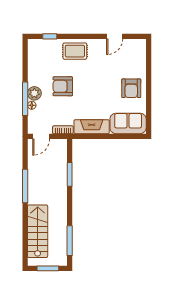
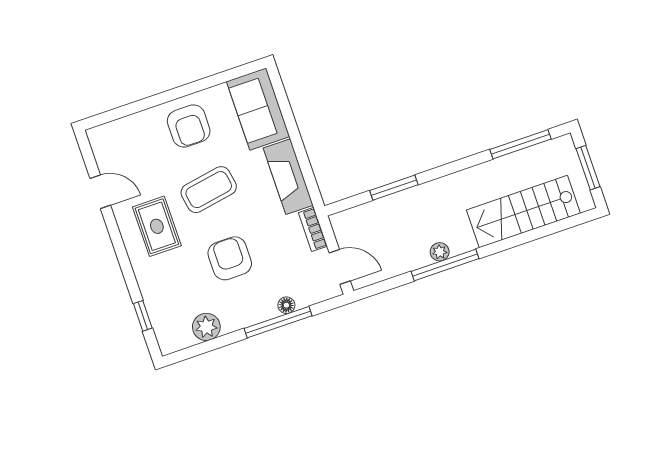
rug: (75, 51) -> (157, 226), moved
armchair: (63, 86) -> (230, 258), turned 180
coffee table: (98, 87) -> (209, 190), added
armchair: (131, 88) -> (189, 126), turned 90
plant: (34, 93) -> (206, 327), moved
plant: (32, 186) -> (440, 252), added

